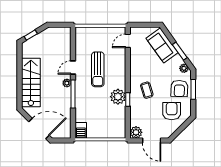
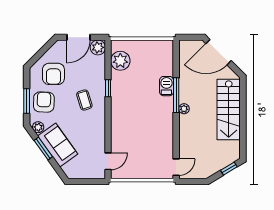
sofa: (162, 45) -> (58, 145), moved
door: (73, 67) -> (176, 167), moved
sun lounger: (98, 69) -> (145, 126), removed
plant: (118, 97) -> (120, 61), moved
barbecue: (81, 130) -> (166, 86), moved
door: (152, 140) -> (78, 37), swing flipped

